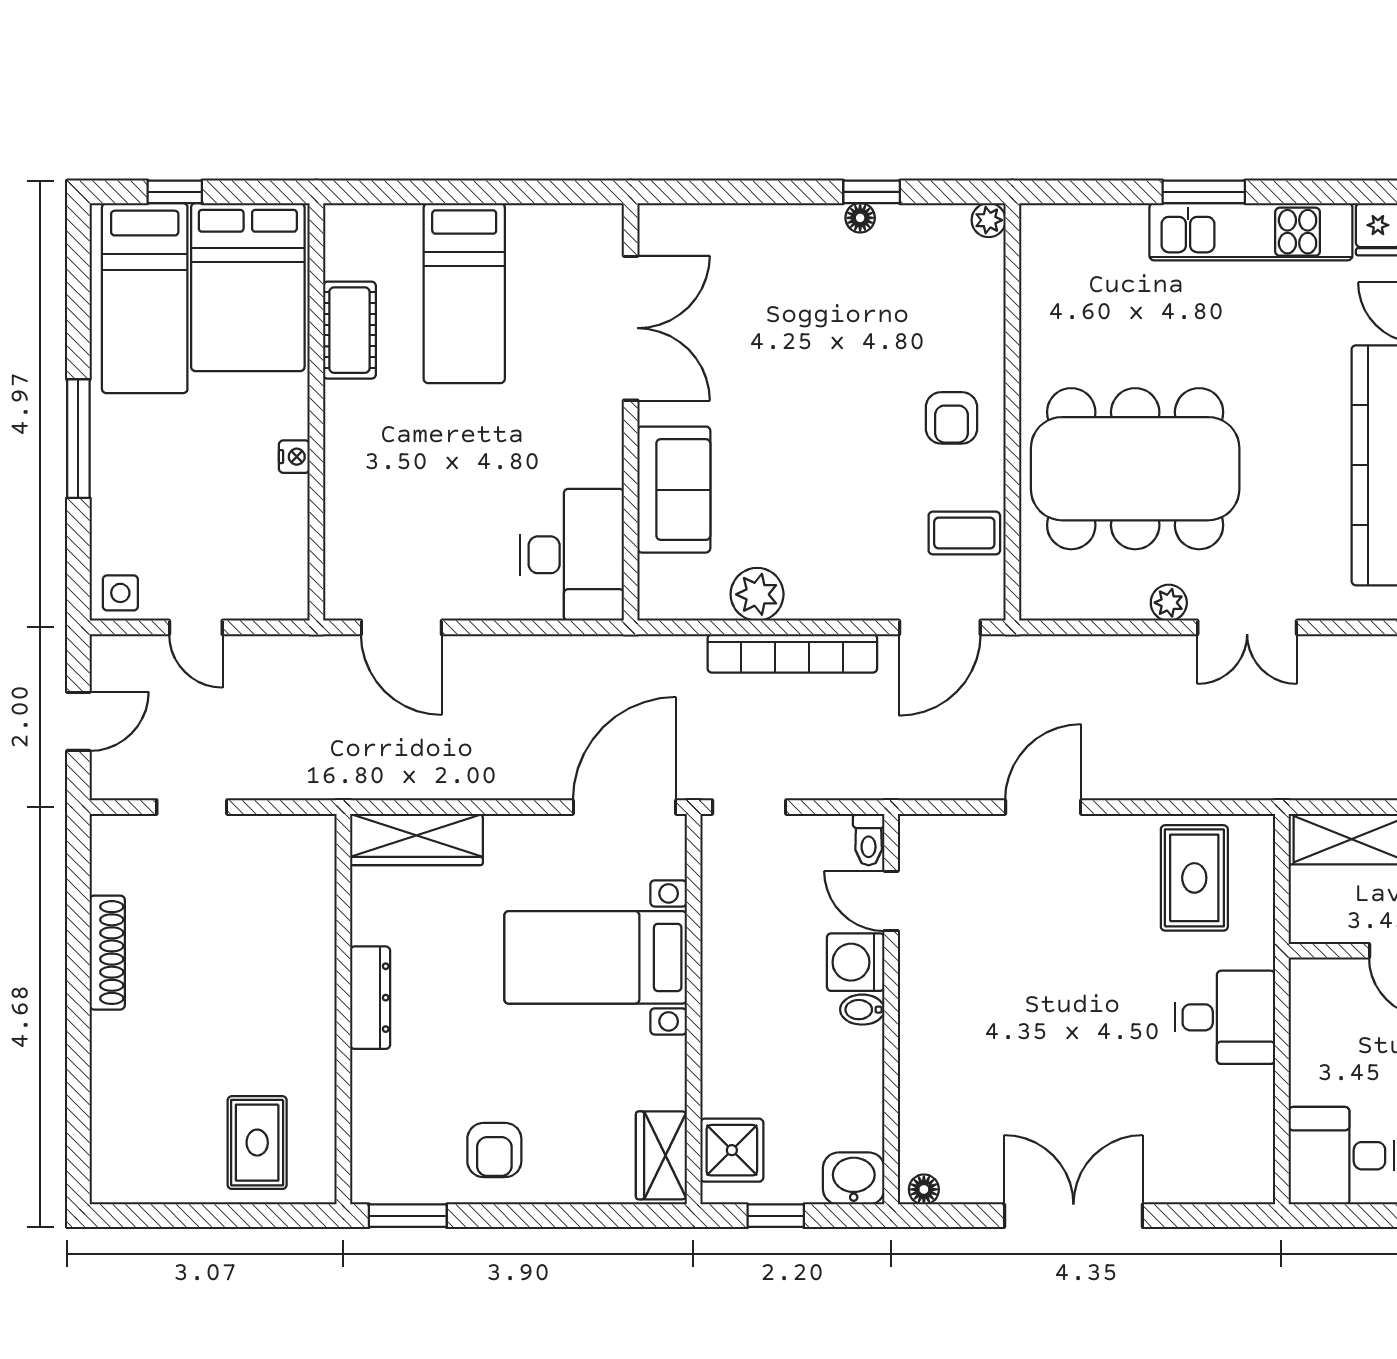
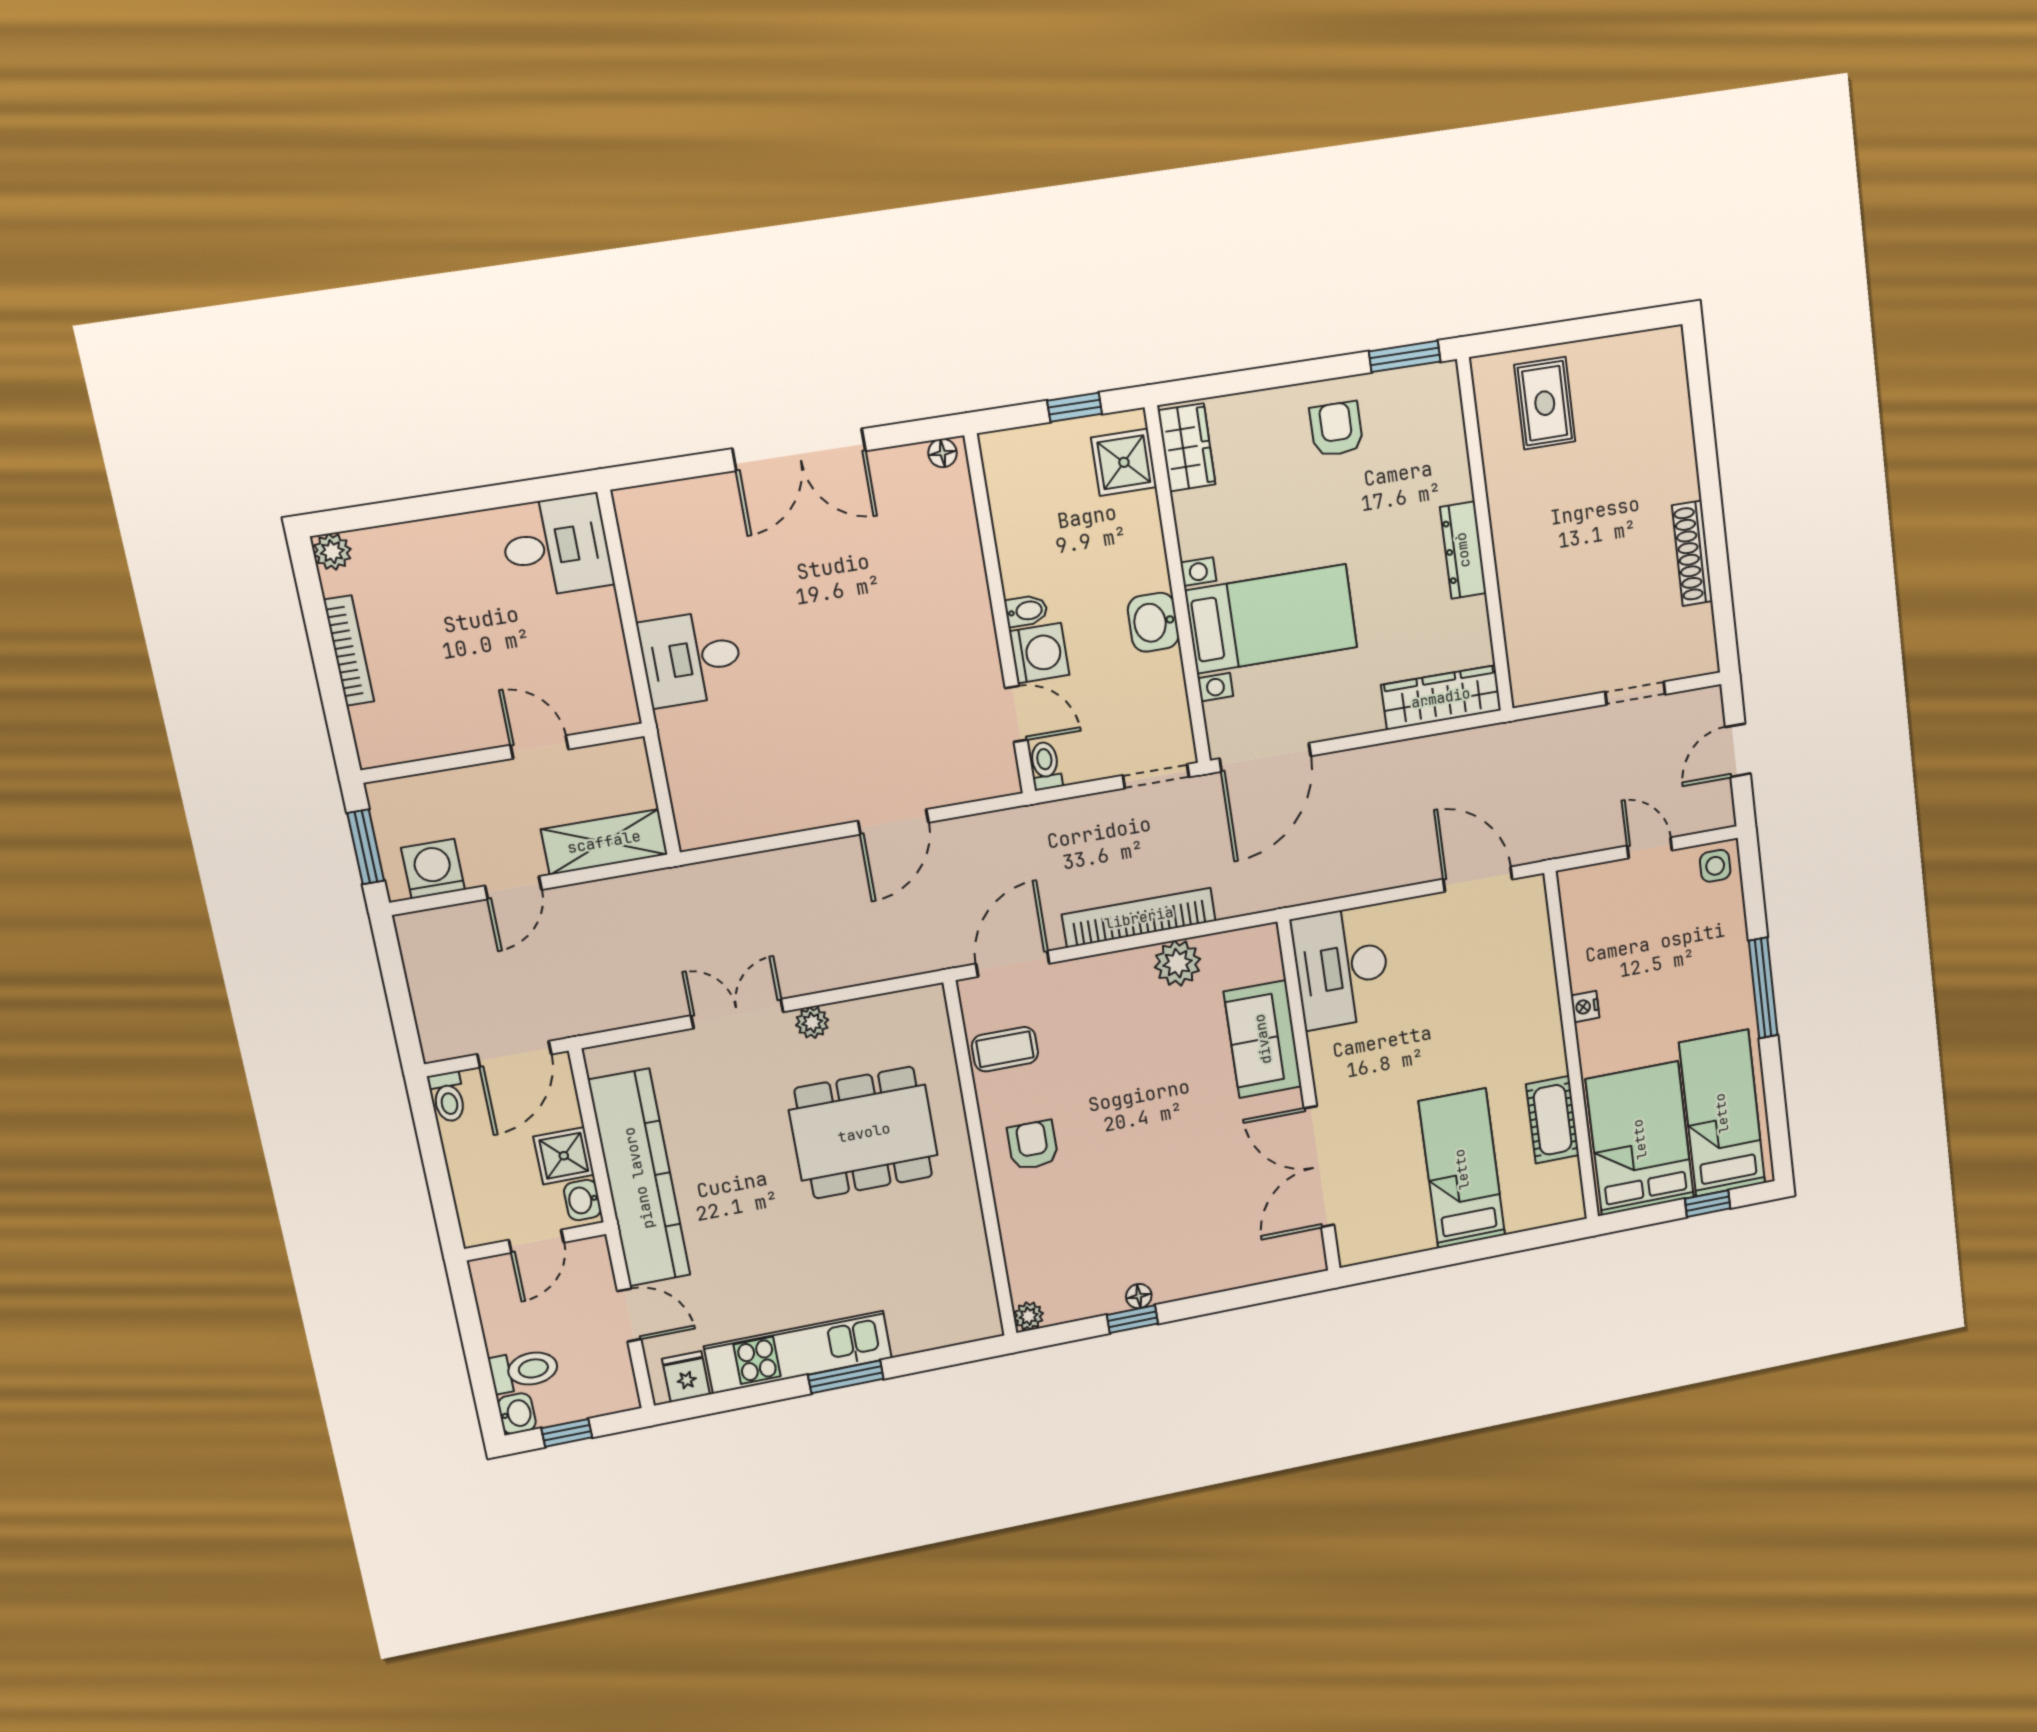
dining table: (1135, 469) -> (864, 1133), width x0.73, depth x0.80
rug: (1194, 878) -> (744, 782), removed
washbasin: (854, 1178) -> (1153, 622), moved, turned 90

